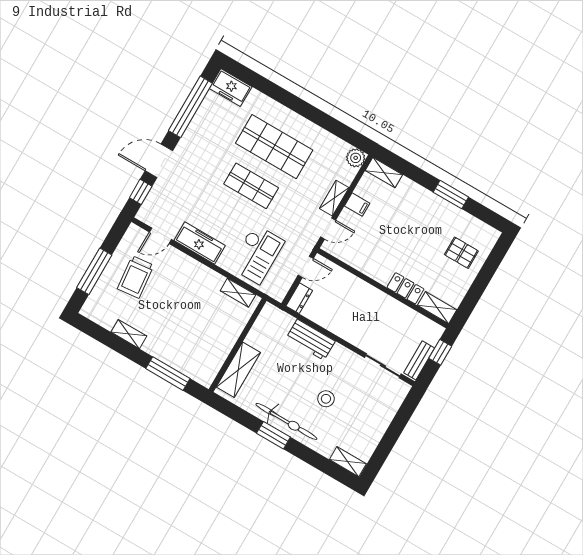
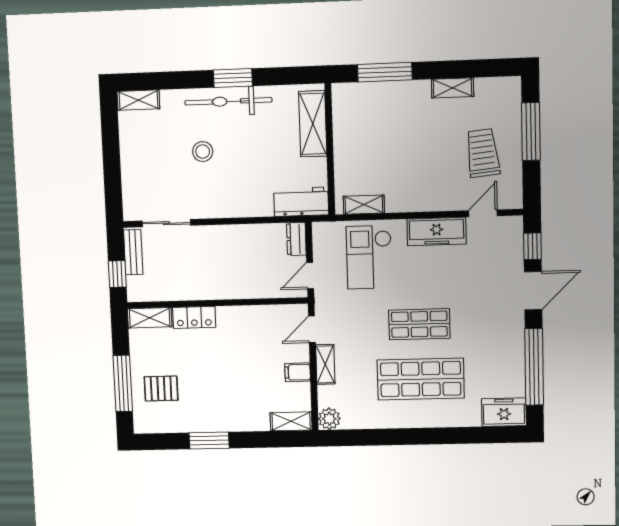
window: (486, 273) -> (123, 383), added
workbench: (311, 340) -> (301, 202), moved

